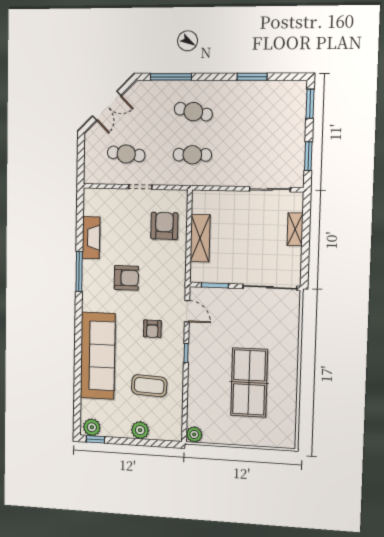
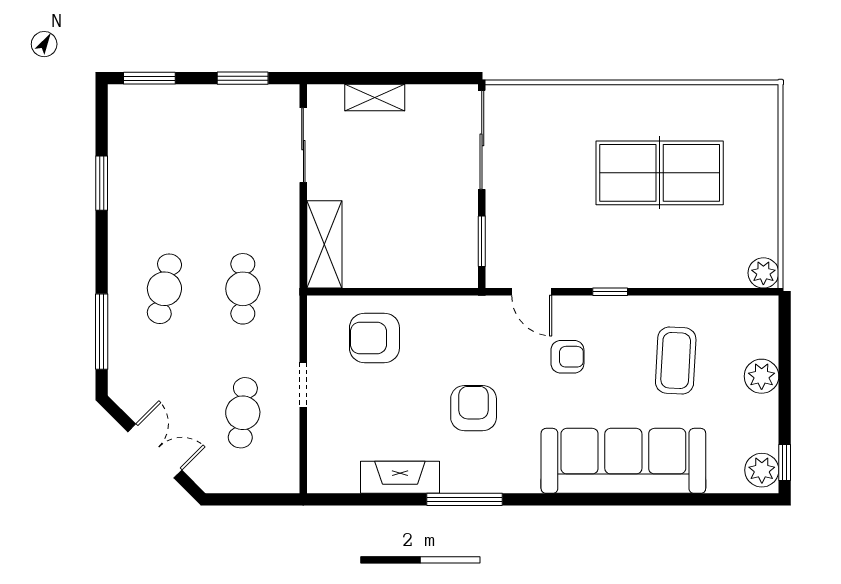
shelving: (200, 238) -> (324, 244), moved, turned 90
door: (187, 311) -> (532, 292), swing flipped

